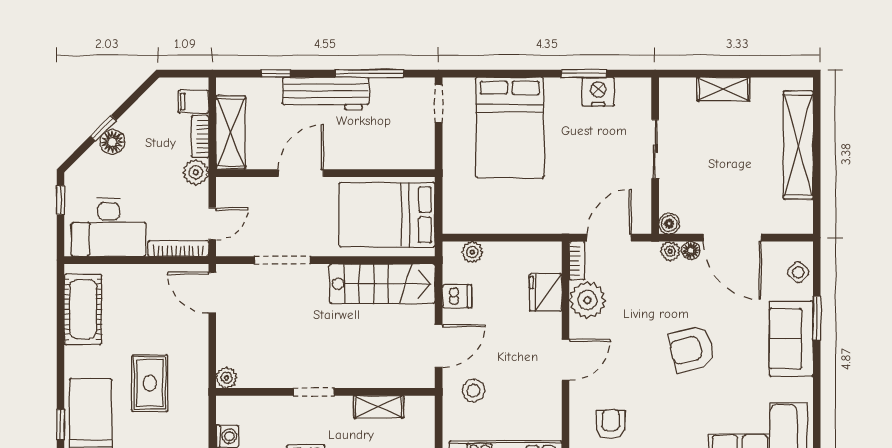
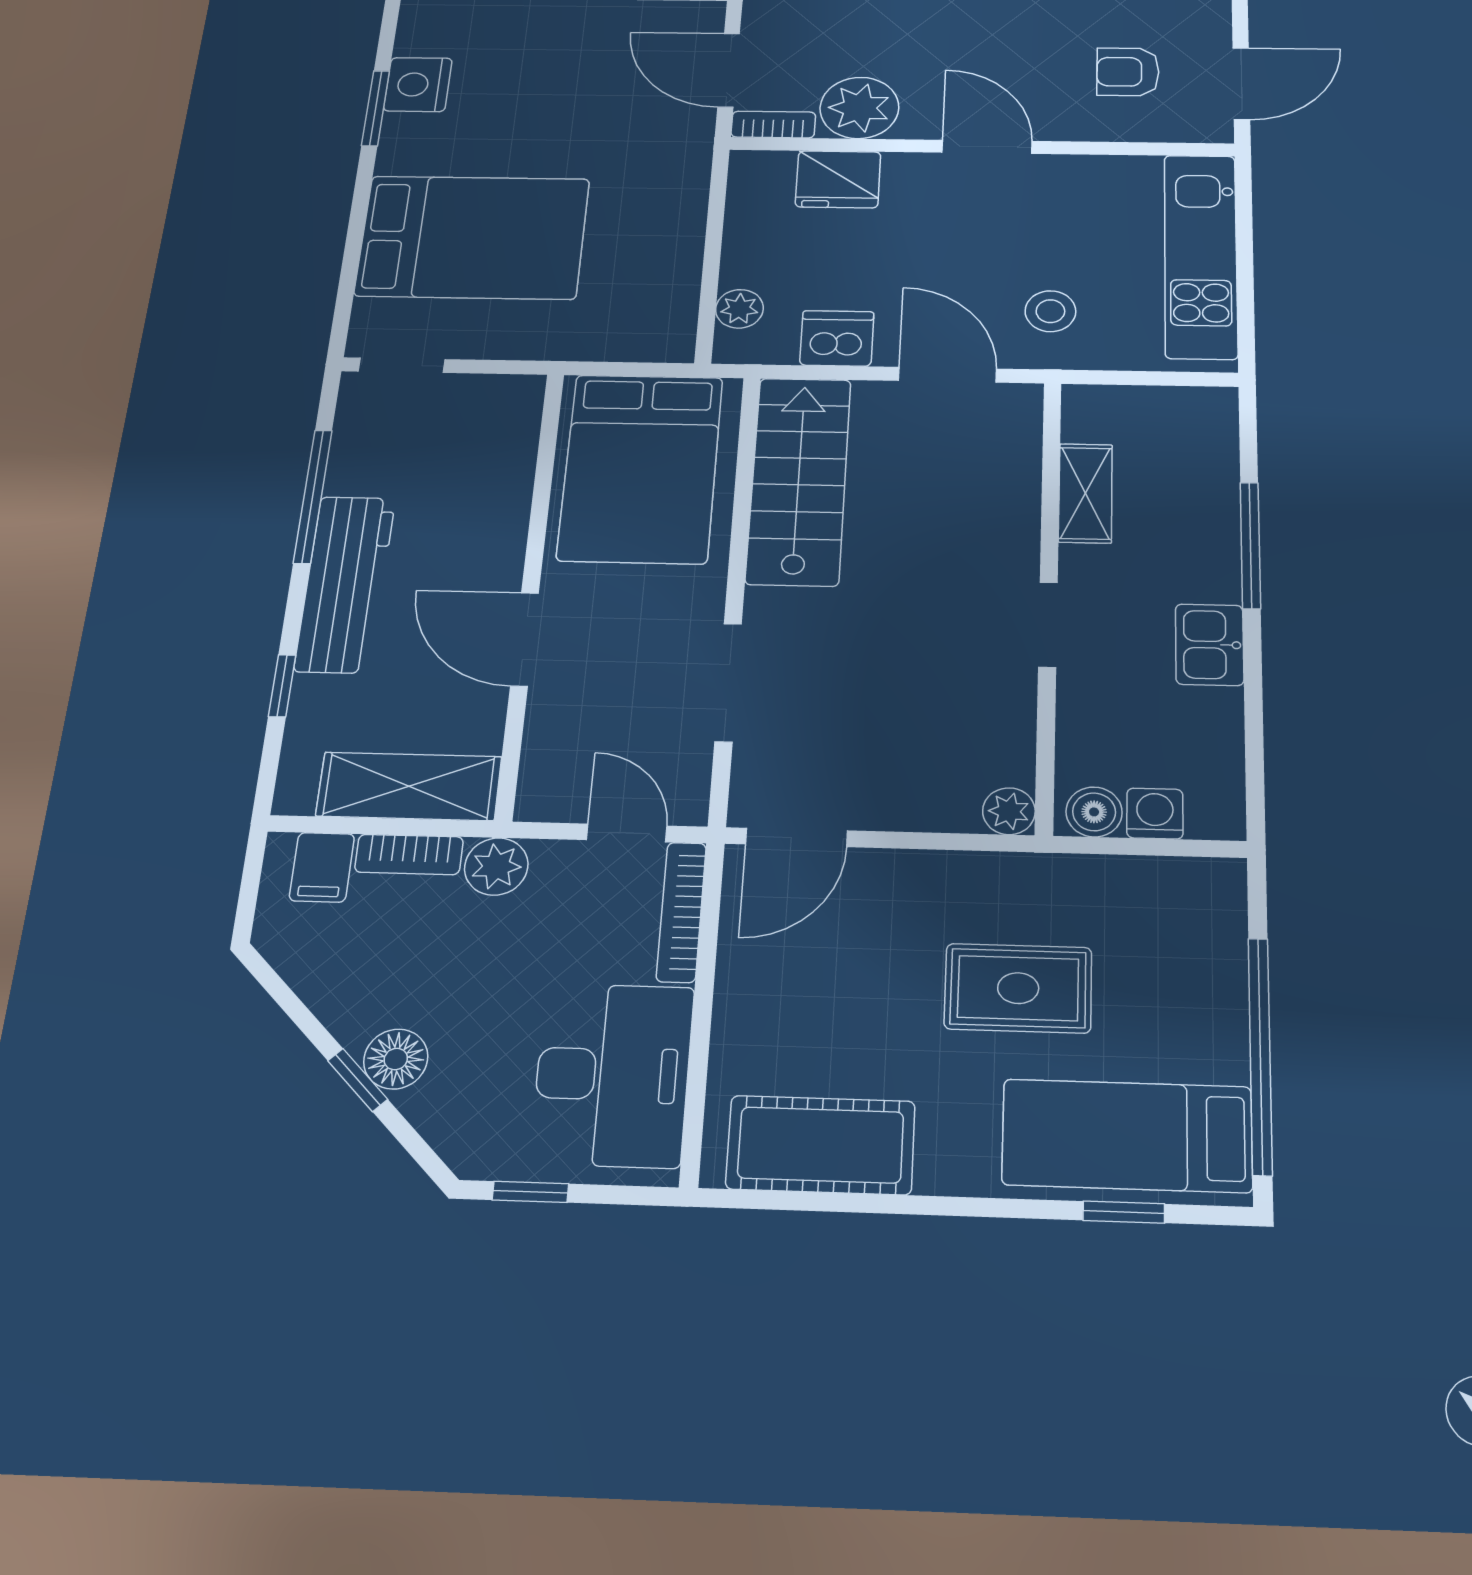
dishwasher: (457, 296) -> (837, 338), width x1.38
boiler: (227, 412) -> (1094, 812), added

